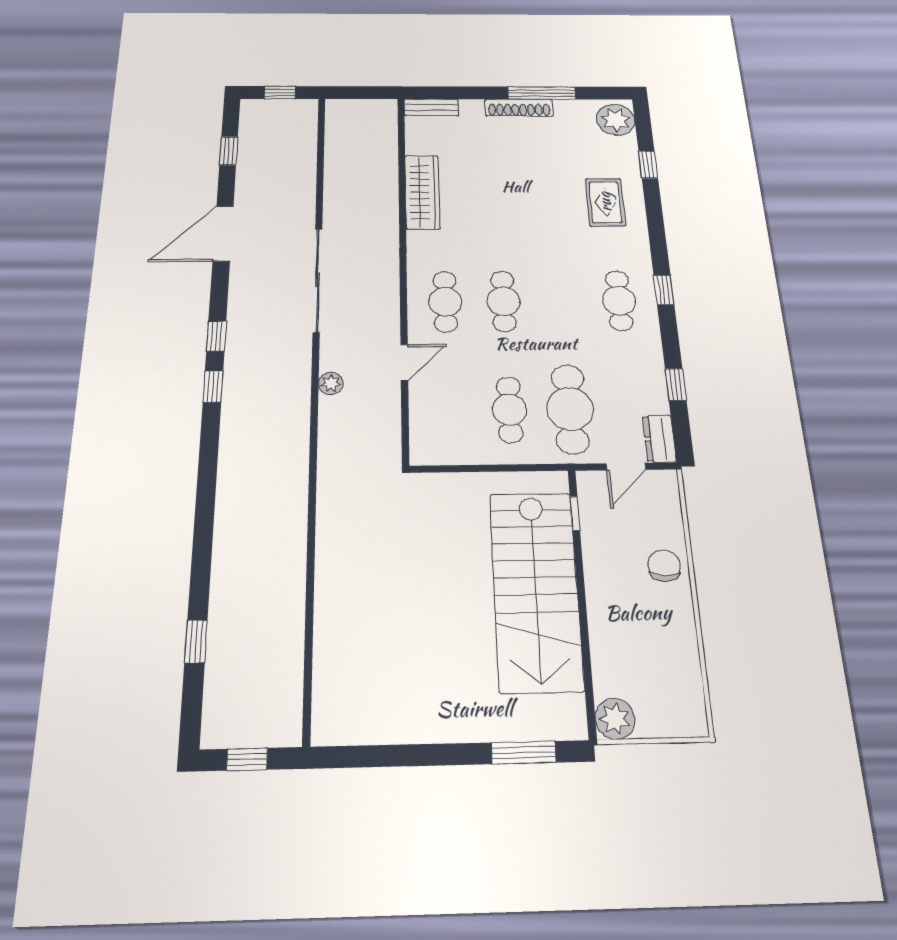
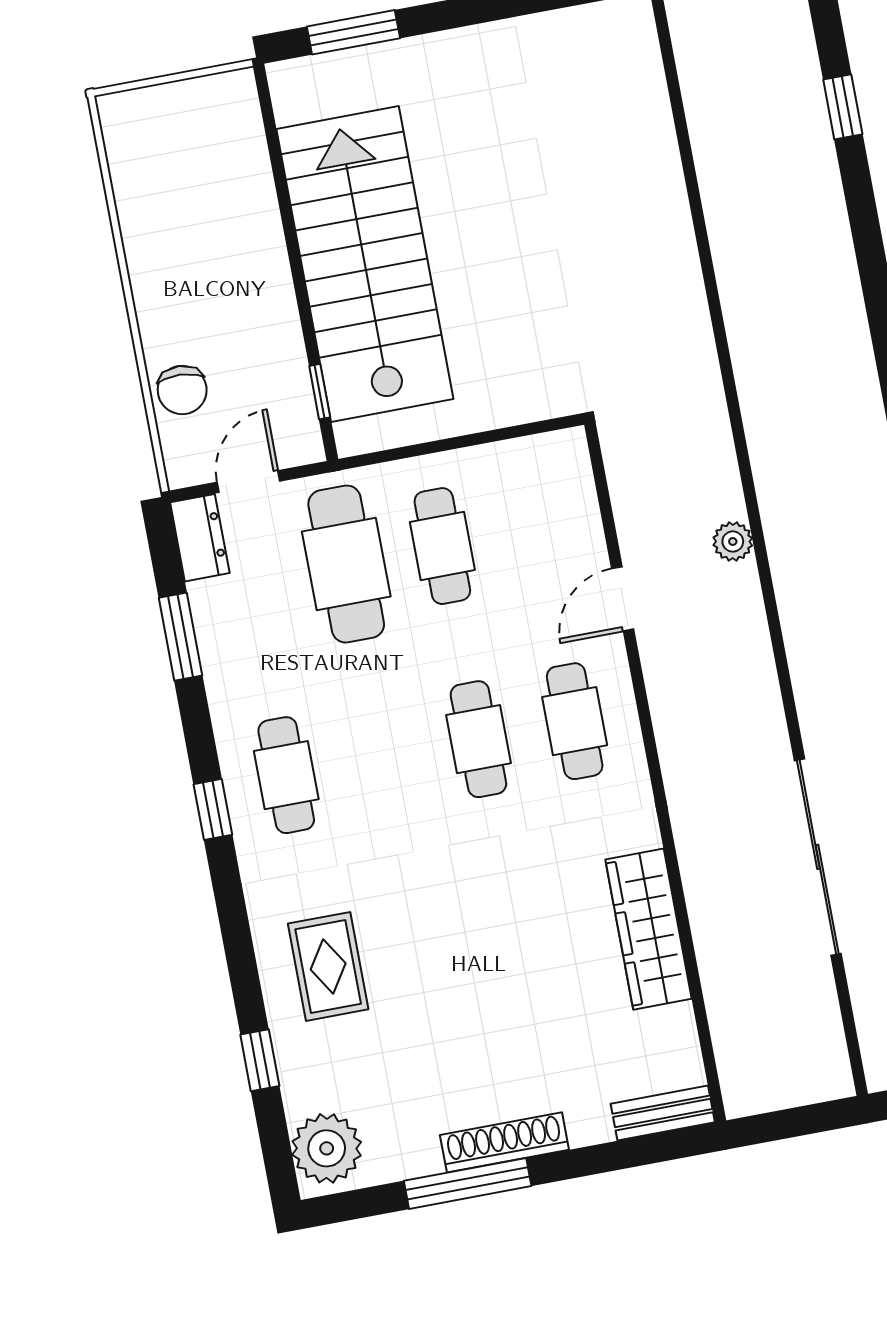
sliding door: (317, 280) -> (818, 857), moved
window: (676, 385) -> (181, 637), width x1.50
chair: (664, 565) -> (182, 390), moved
plant: (615, 719) -> (230, 99), removed

